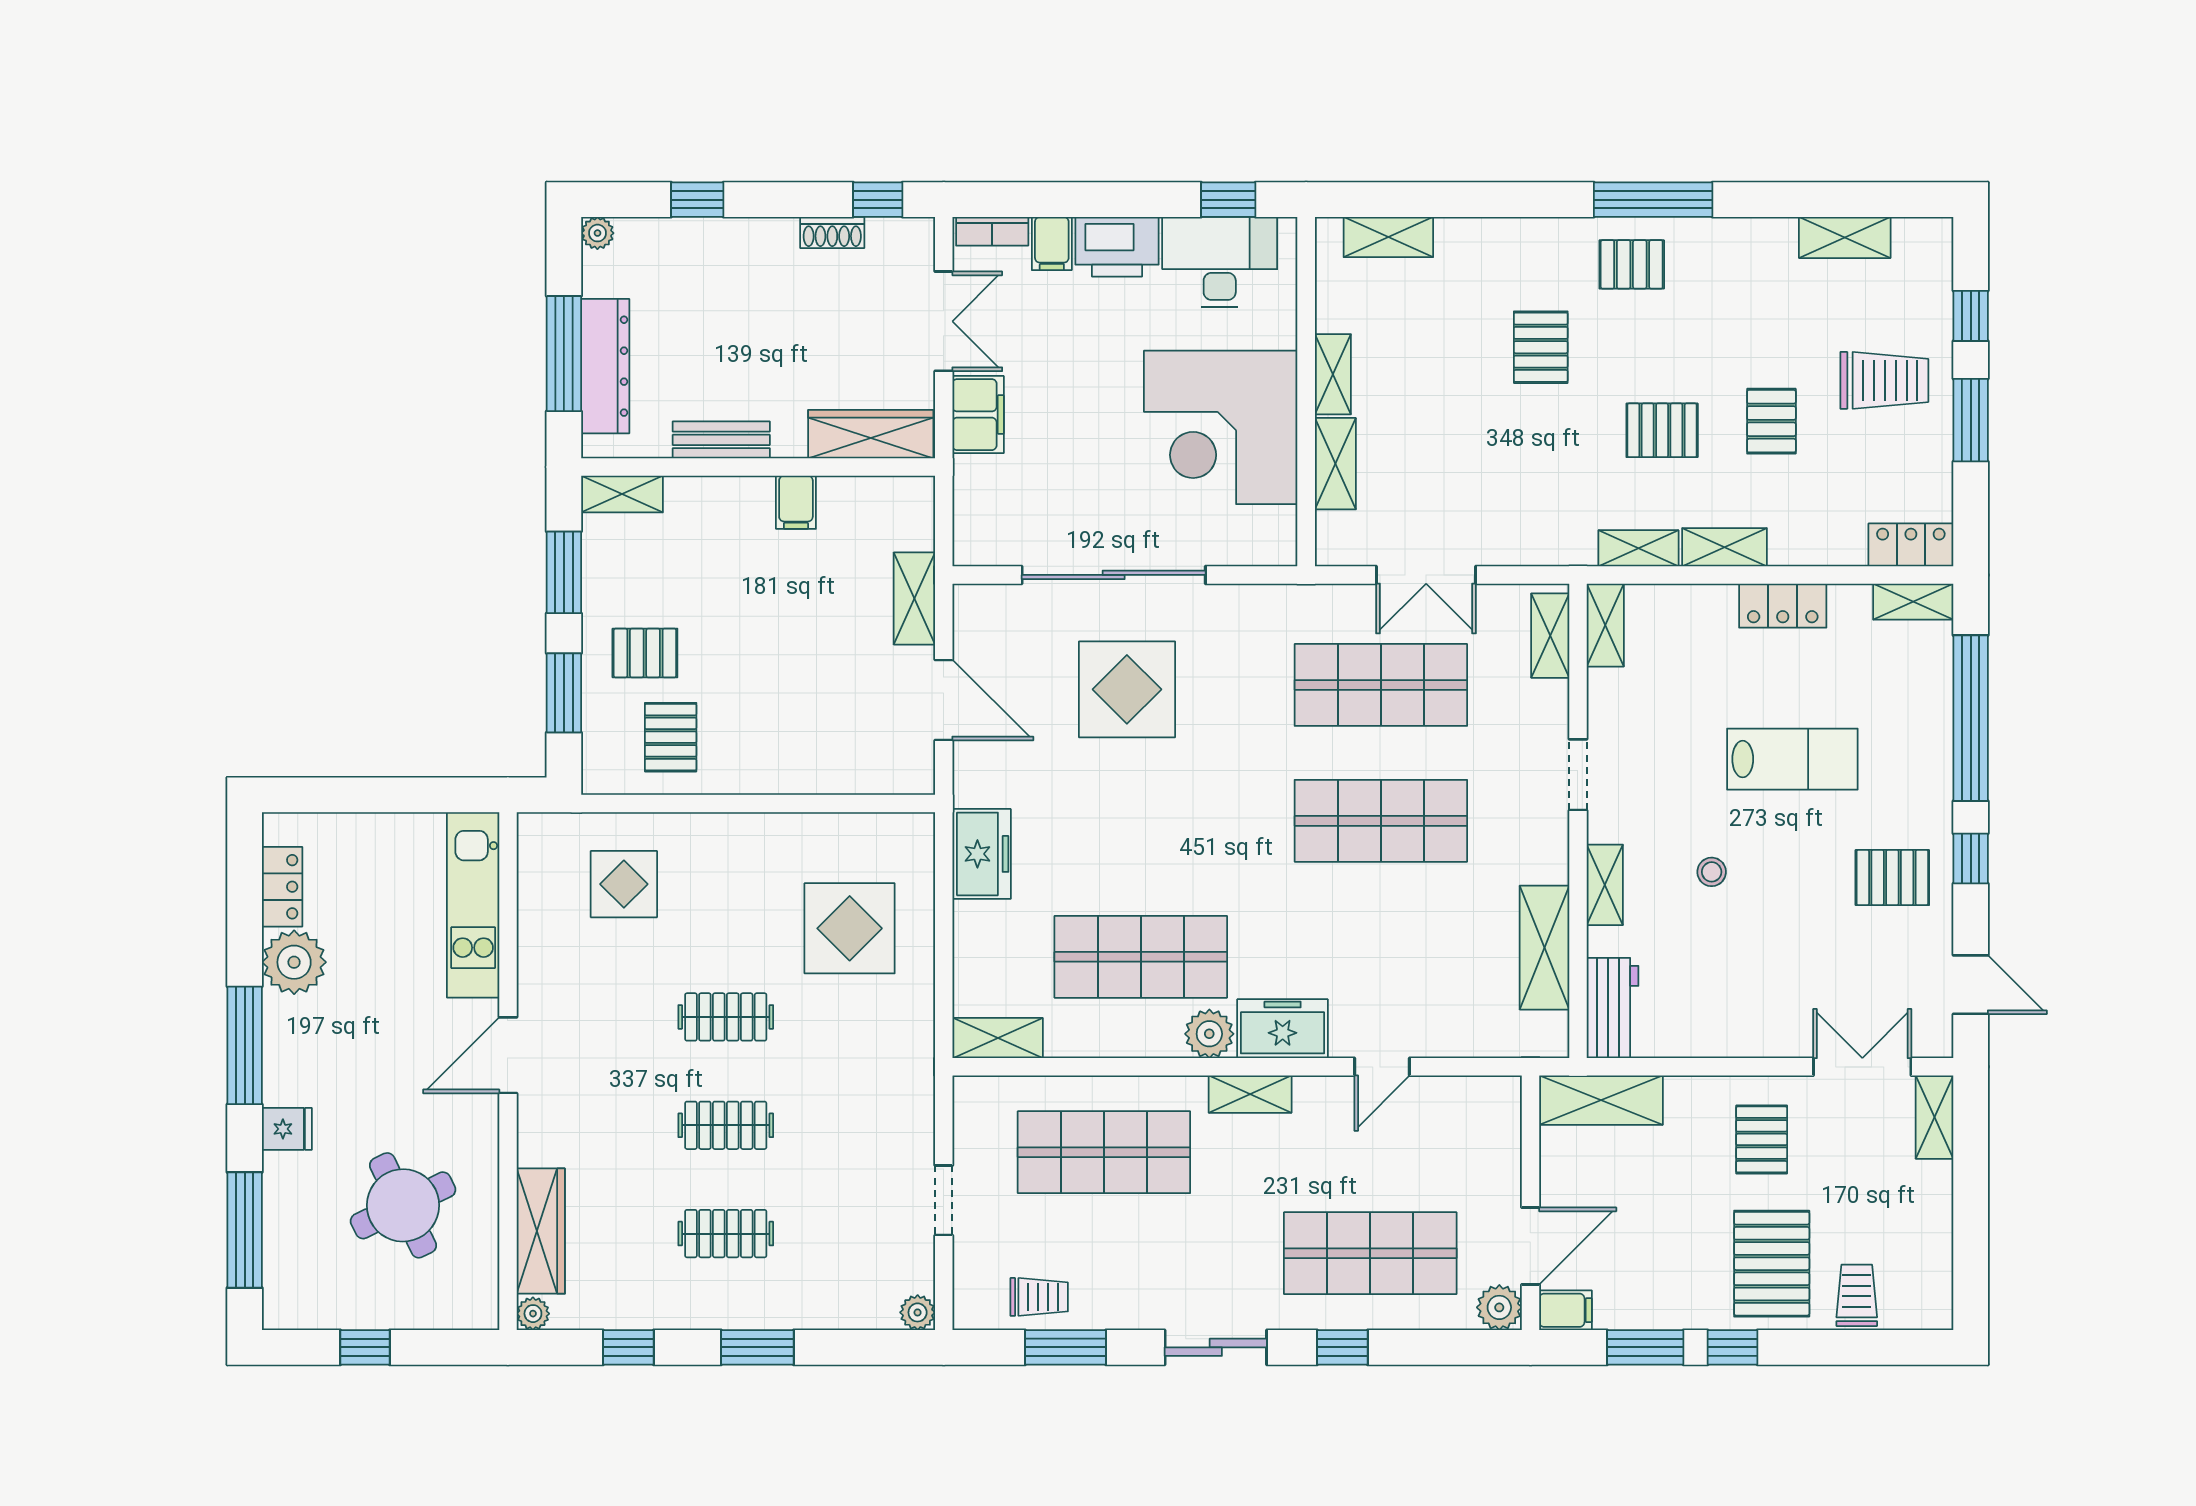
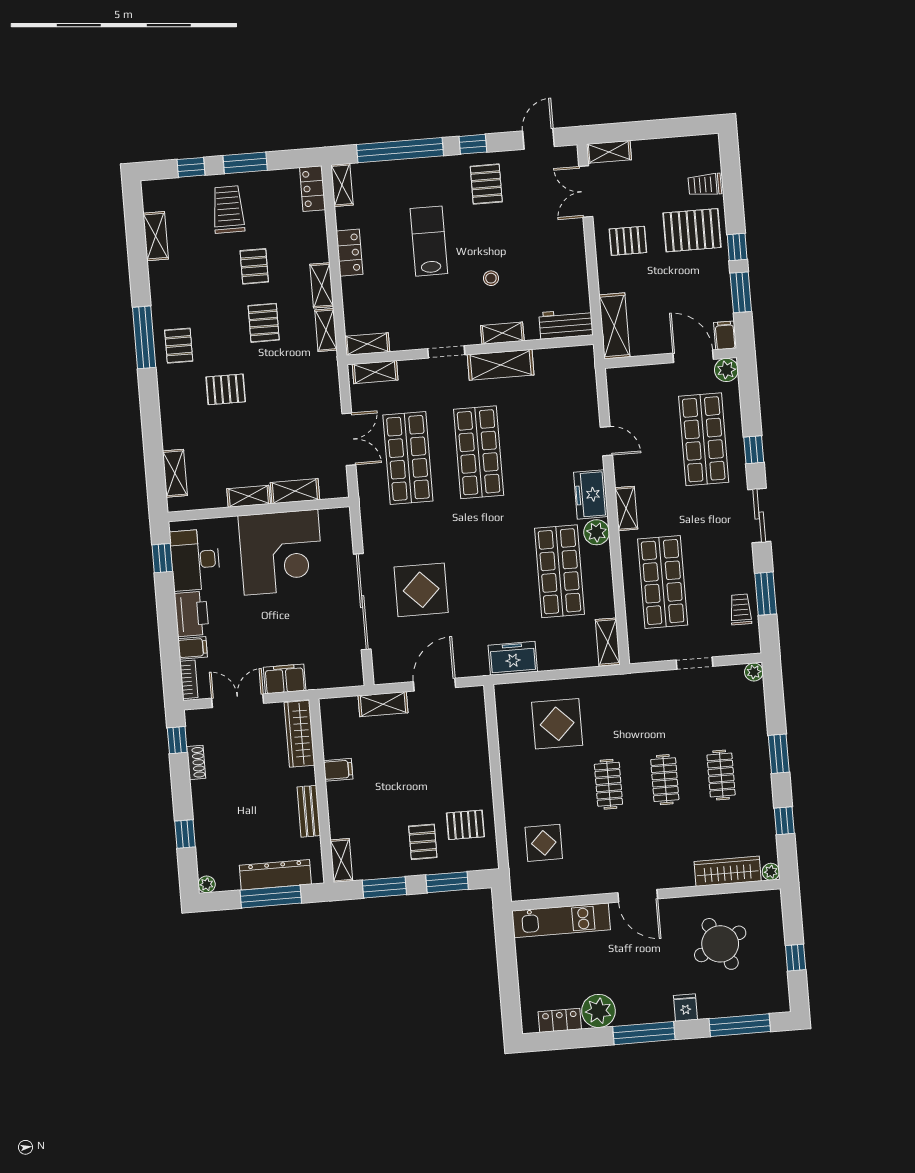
pallet: (1771, 421) -> (254, 266), turned 90
shelving: (1545, 948) -> (501, 365), moved

